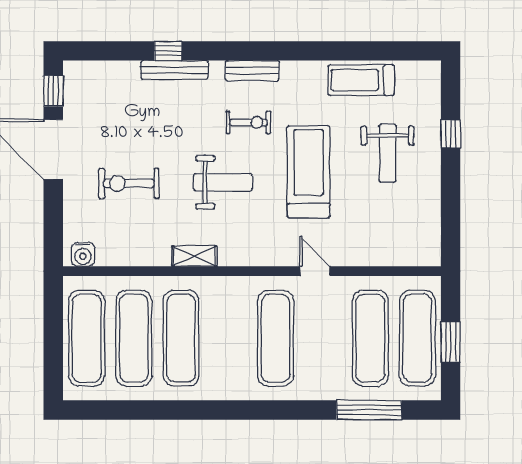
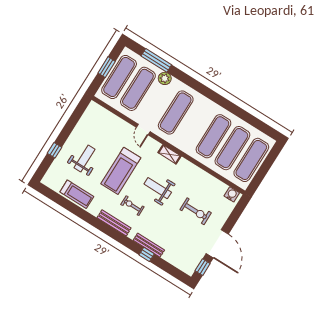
bench: (252, 71) -> (114, 223), width x1.36
shelving: (194, 256) -> (169, 154), moved
plant: (334, 387) -> (165, 78), added

